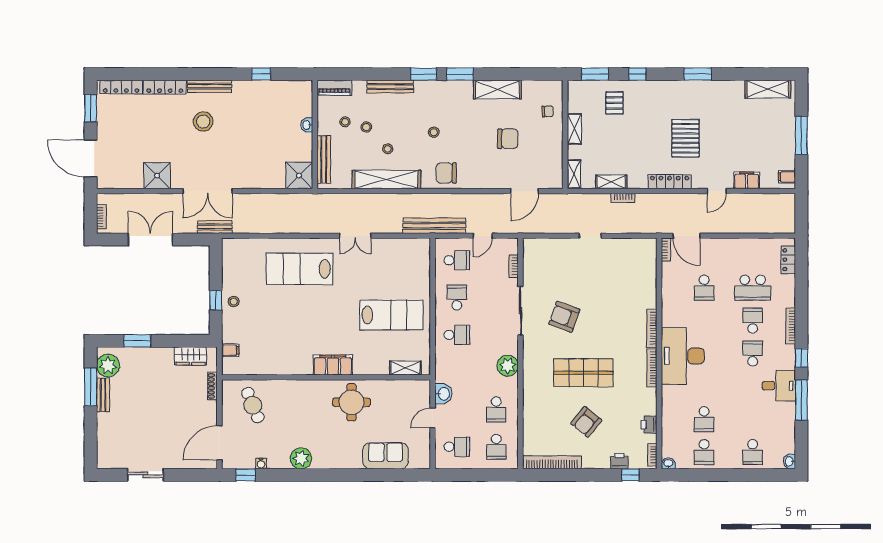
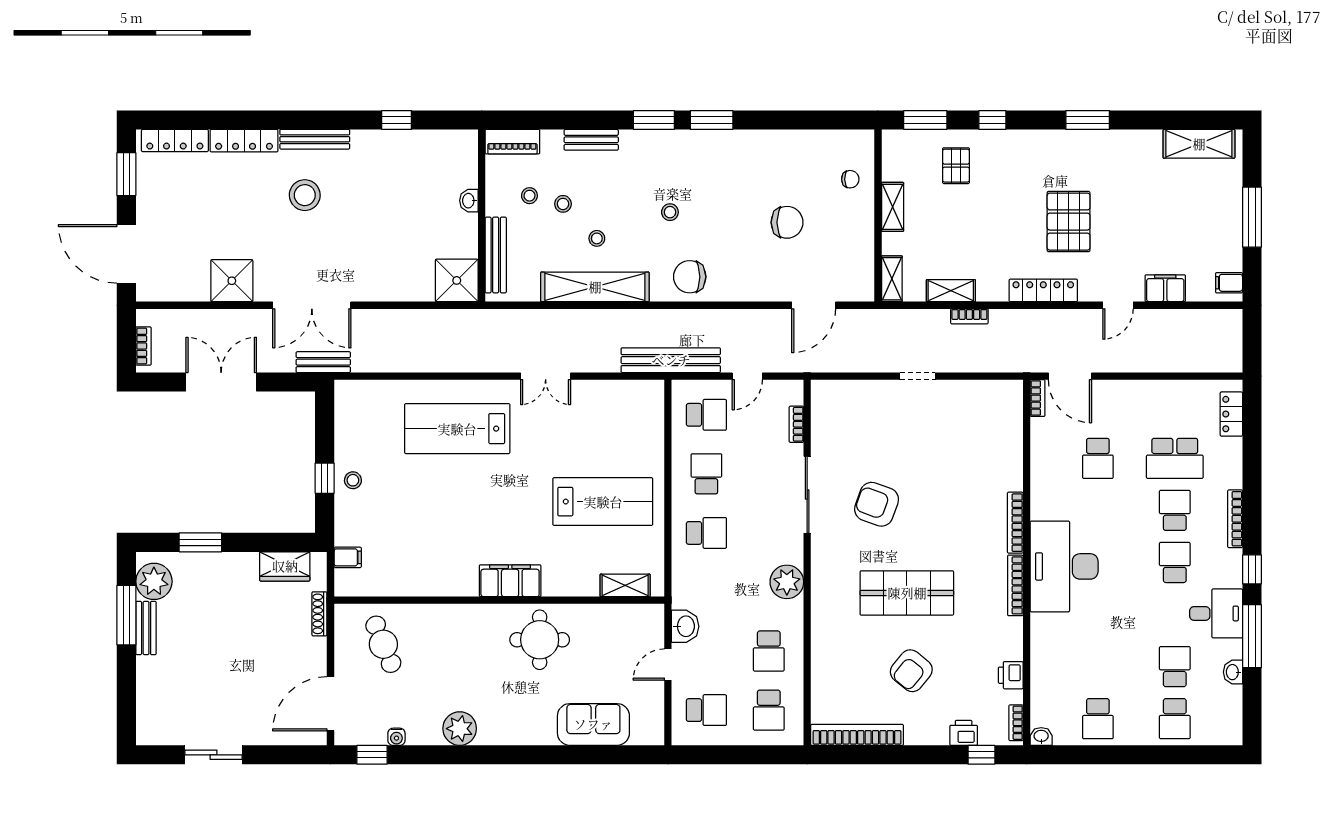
bench: (390, 87) -> (591, 140), width x0.73
shelving: (497, 90) -> (771, 145), removed
school desk: (704, 419) -> (1175, 667), moved, turned 180
washbasin: (789, 461) -> (1233, 672), moved

